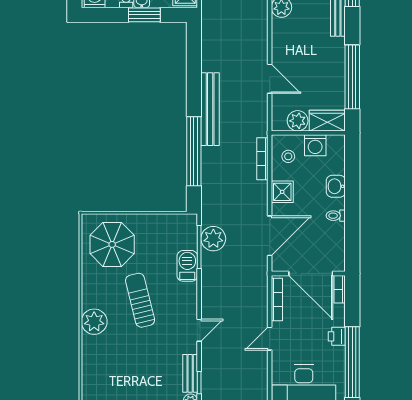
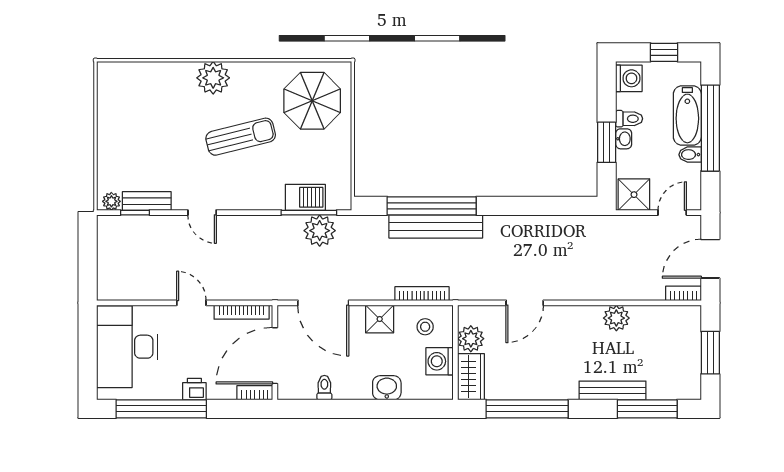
bench: (210, 109) -> (436, 226), moved
toilet: (336, 216) -> (324, 388), moved
barbecue: (187, 266) -> (305, 197), moved

